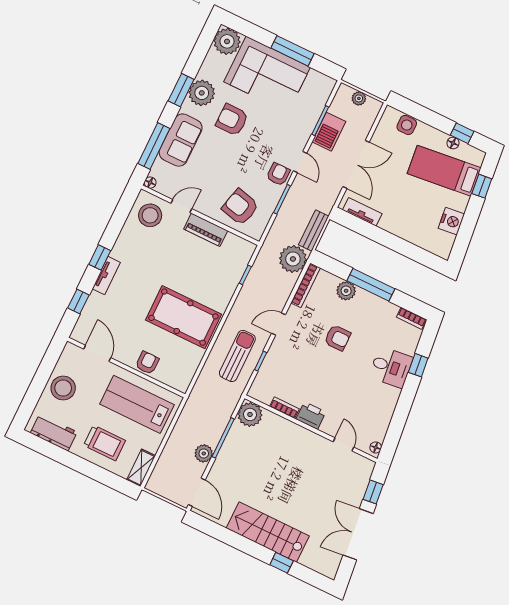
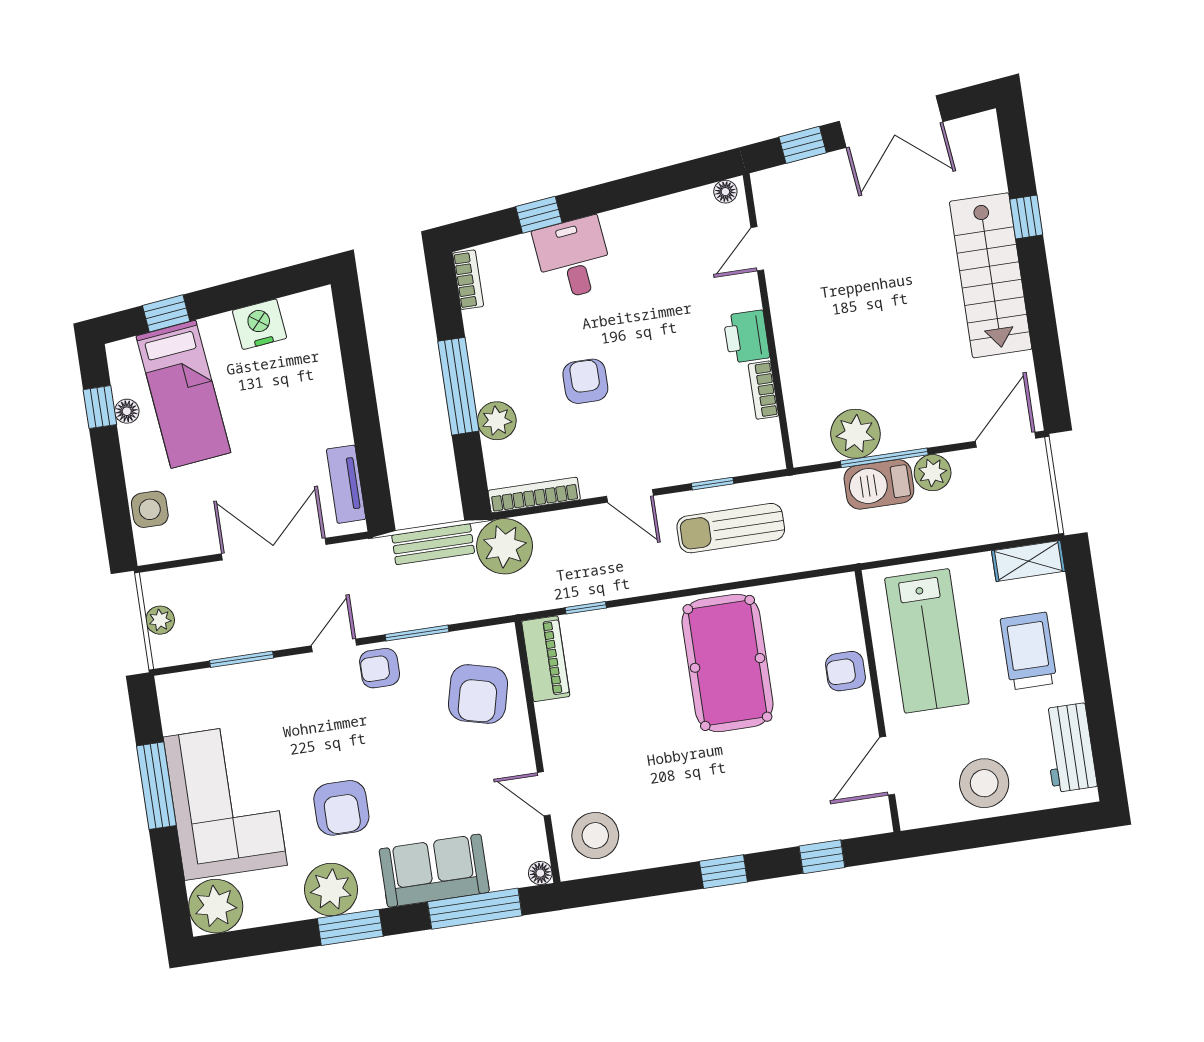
barbecue: (329, 132) -> (879, 484), moved, turned 180
piano: (206, 230) -> (546, 659), moved
tv unit: (106, 276) -> (746, 840), removed
plant: (250, 414) -> (855, 434), moved

